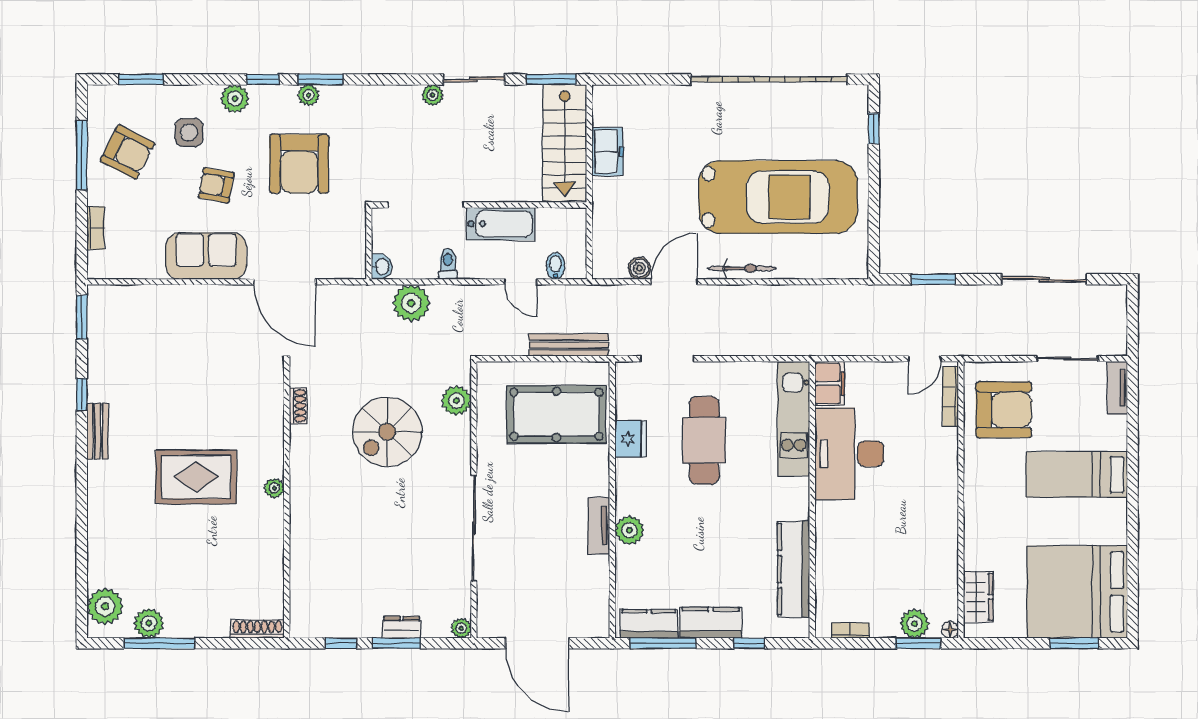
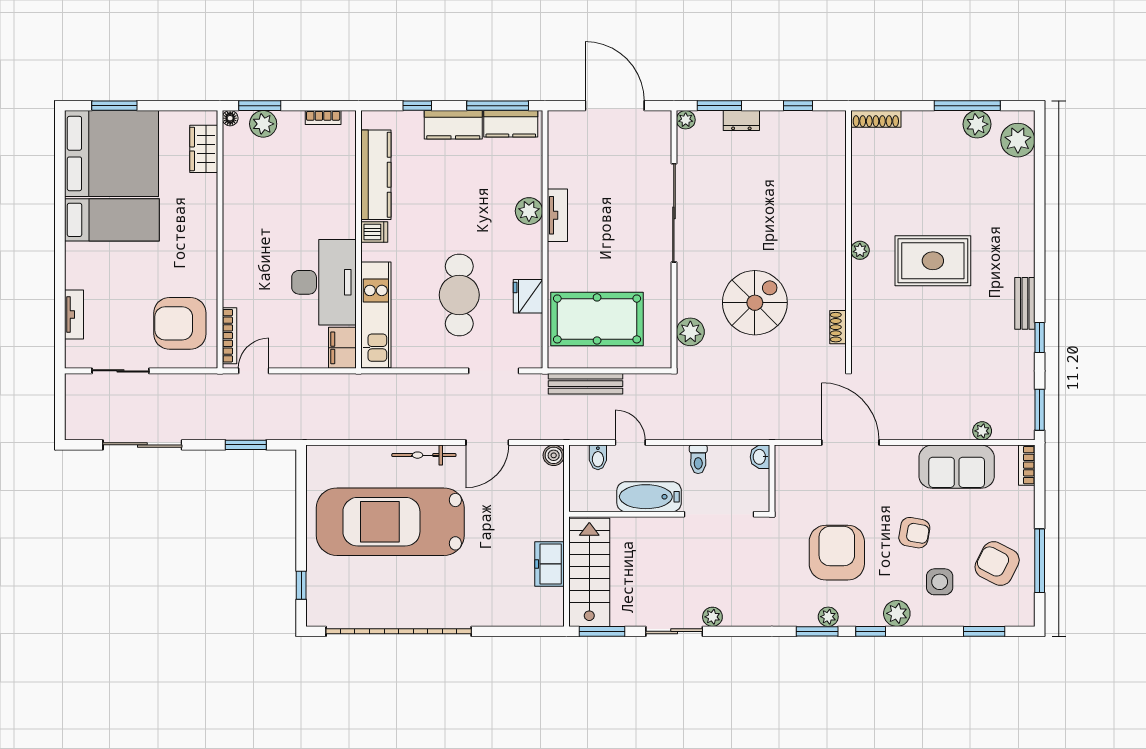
bookcase: (96, 228) -> (1027, 465), moved
sofa: (206, 256) -> (957, 467), moved
boiler: (639, 268) -> (554, 455), moved
plant: (411, 303) -> (982, 431), moved, width x0.53, depth x0.53
tv unit: (1117, 388) -> (74, 315), moved
bed: (1077, 475) -> (112, 220), moved
dishwasher: (795, 508) -> (374, 232), added
window: (397, 643) -> (719, 106), moved

